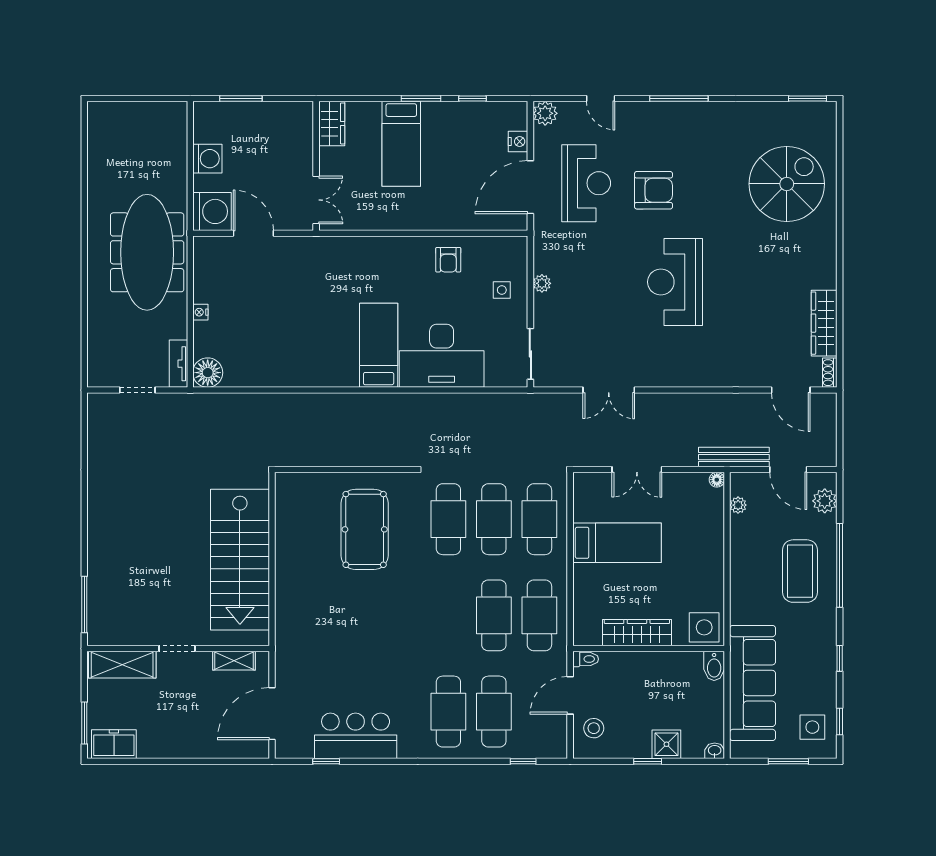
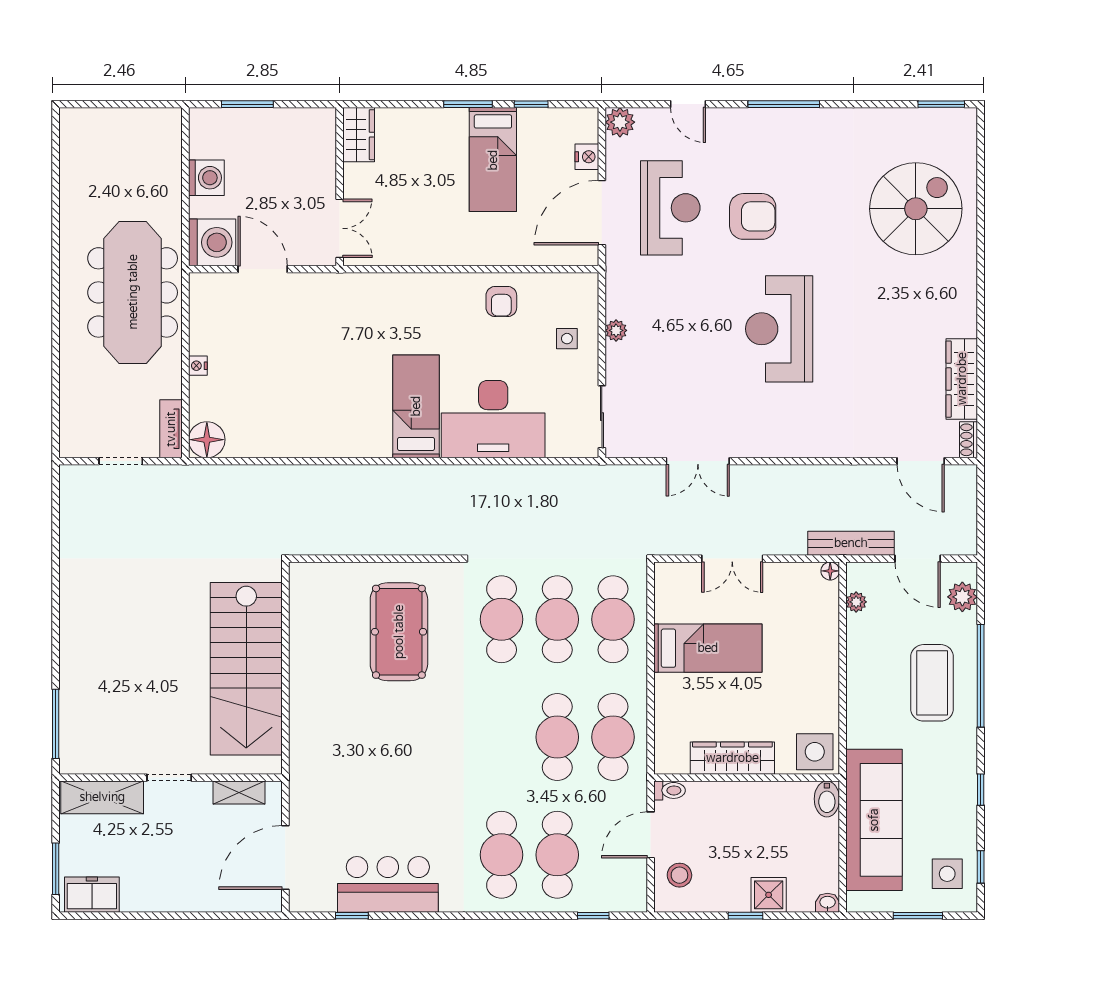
bed: (401, 144) -> (493, 160), moved

